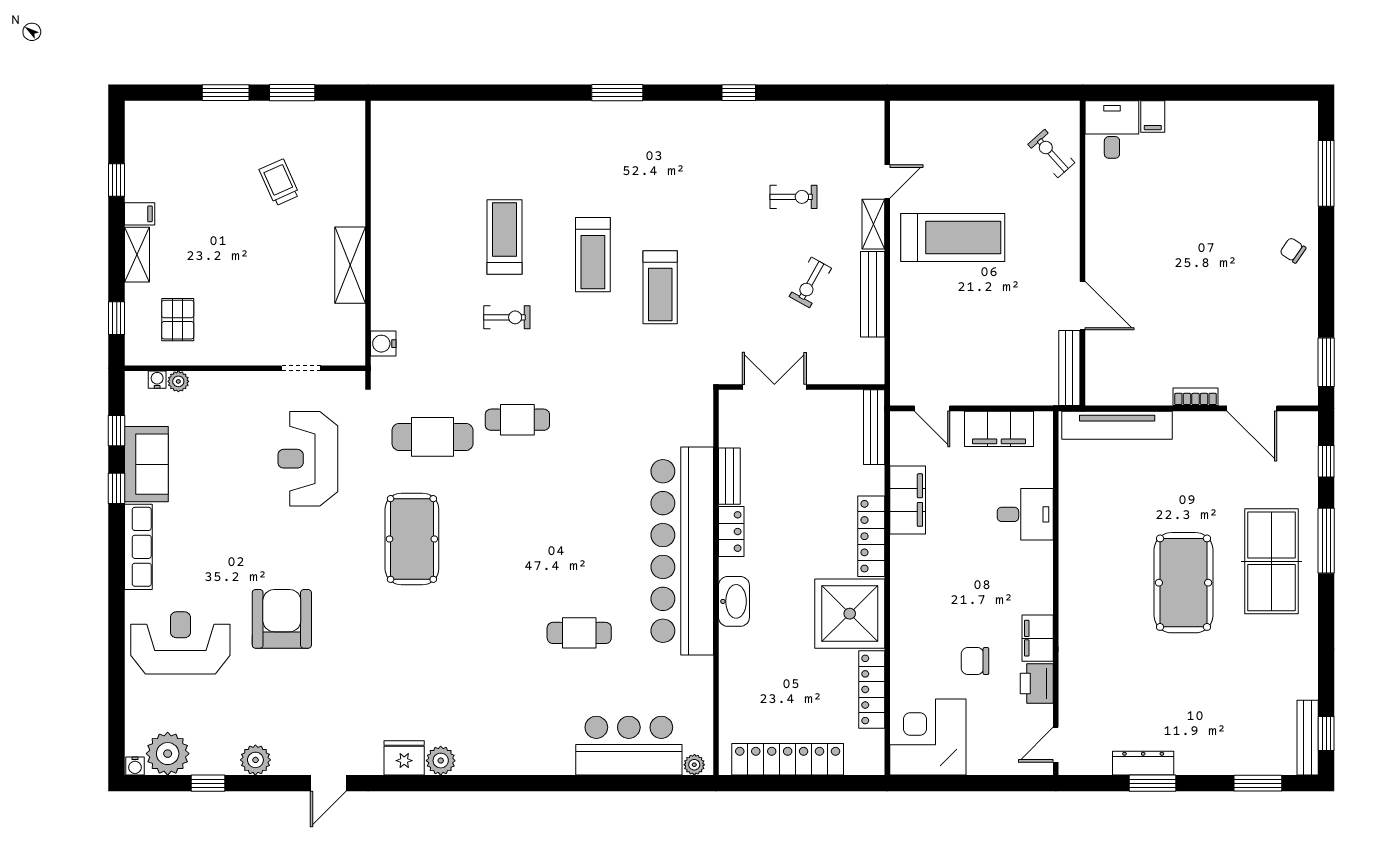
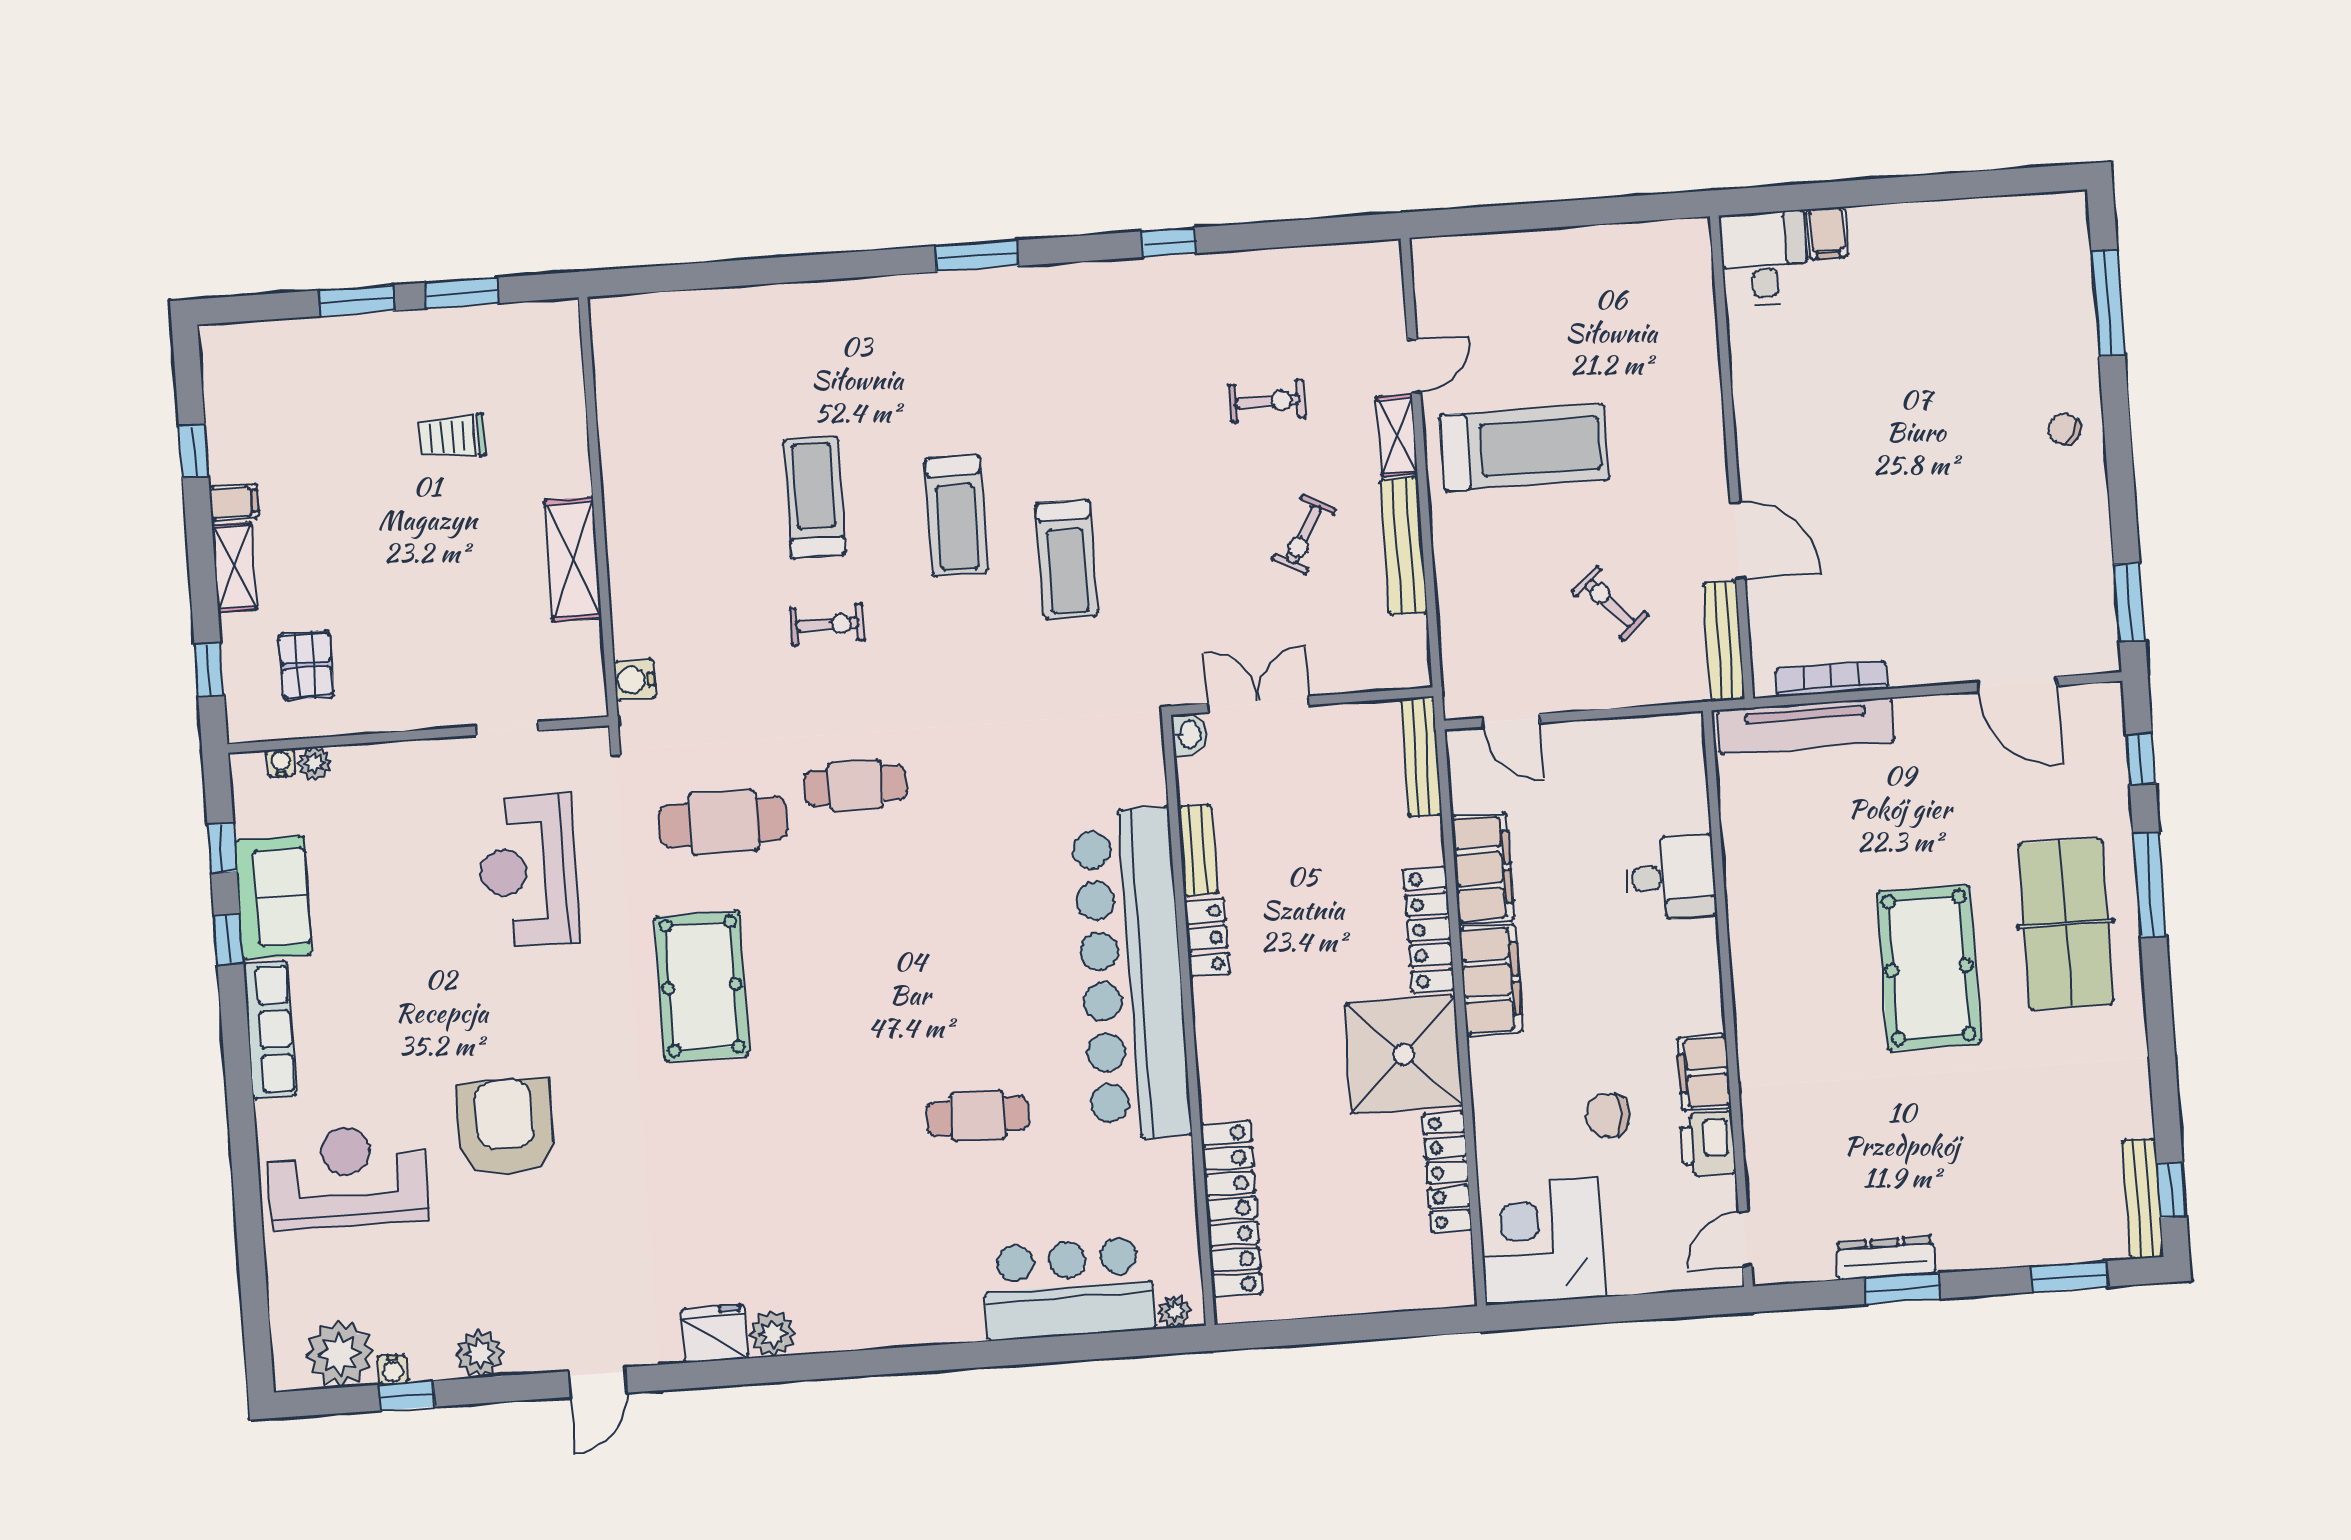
exercise bike: (1051, 154) -> (1610, 603), moved
trolley: (279, 182) -> (452, 436), turned -66
bookcase: (1196, 397) -> (1831, 679), moved, width x1.56
filing cabinet: (999, 429) -> (1491, 980), moved, turned -90
washbasin: (734, 601) -> (1189, 734), moved, width x0.52, depth x0.69
locker: (788, 759) -> (1231, 1209), moved, turned 90
water cooler: (135, 766) -> (393, 1369), moved

